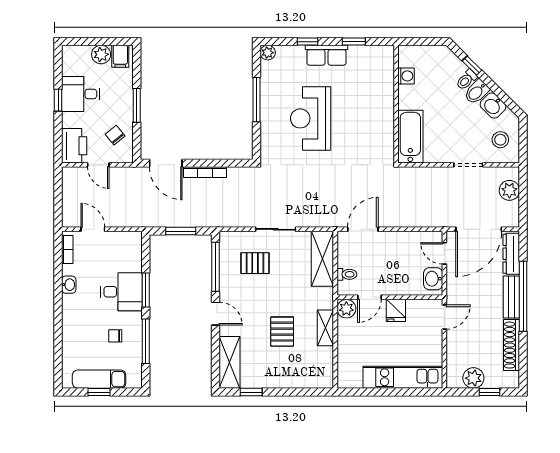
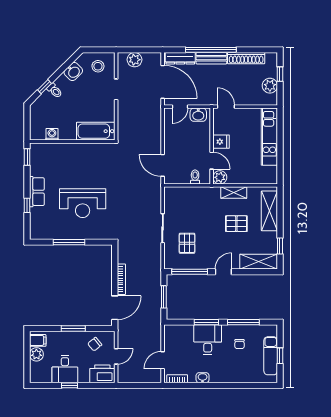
window: (354, 42) -> (27, 157), moved
plant: (268, 53) -> (35, 234), removed
bidet: (477, 92) -> (64, 83), removed
shelving: (322, 259) -> (269, 211), moved, turned 90

